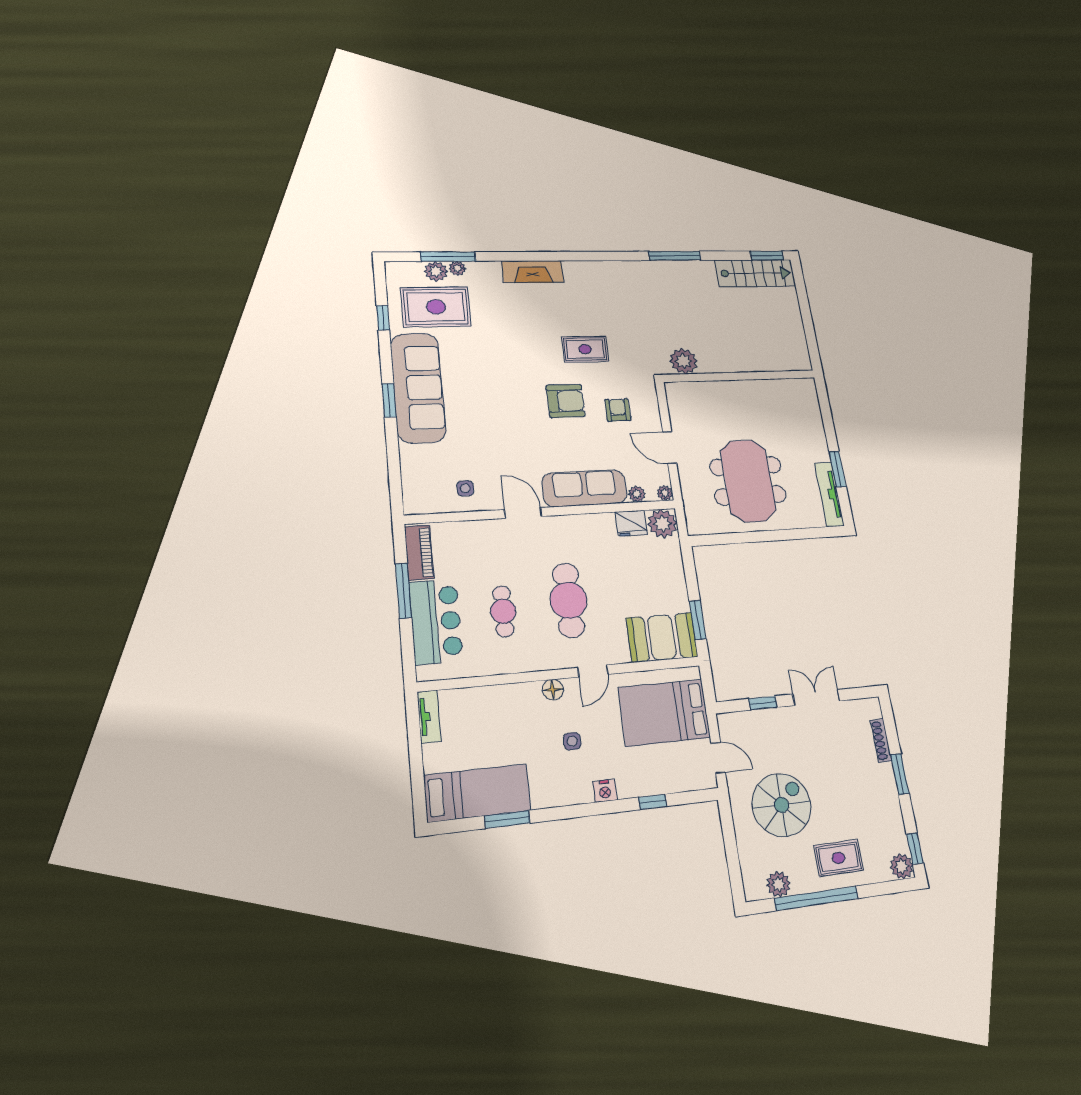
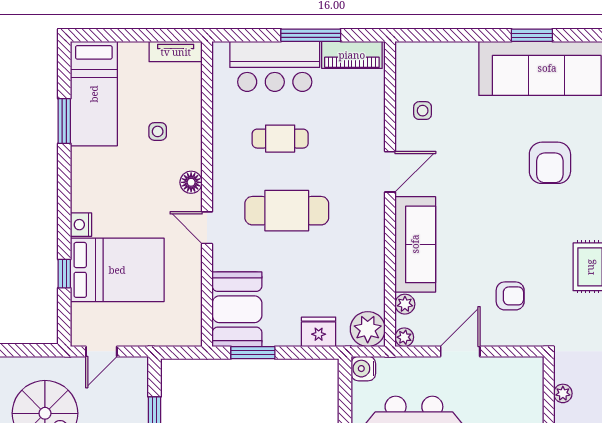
plant: (683, 361) -> (563, 393), width x0.53, depth x0.53
armchair: (566, 401) -> (550, 163), moved
fridge: (631, 523) -> (319, 332), moved, turned 90
water cooler: (696, 525) -> (363, 369), added
bed: (664, 713) -> (117, 270), moved, turned 90
side table: (572, 741) -> (158, 131), moved

